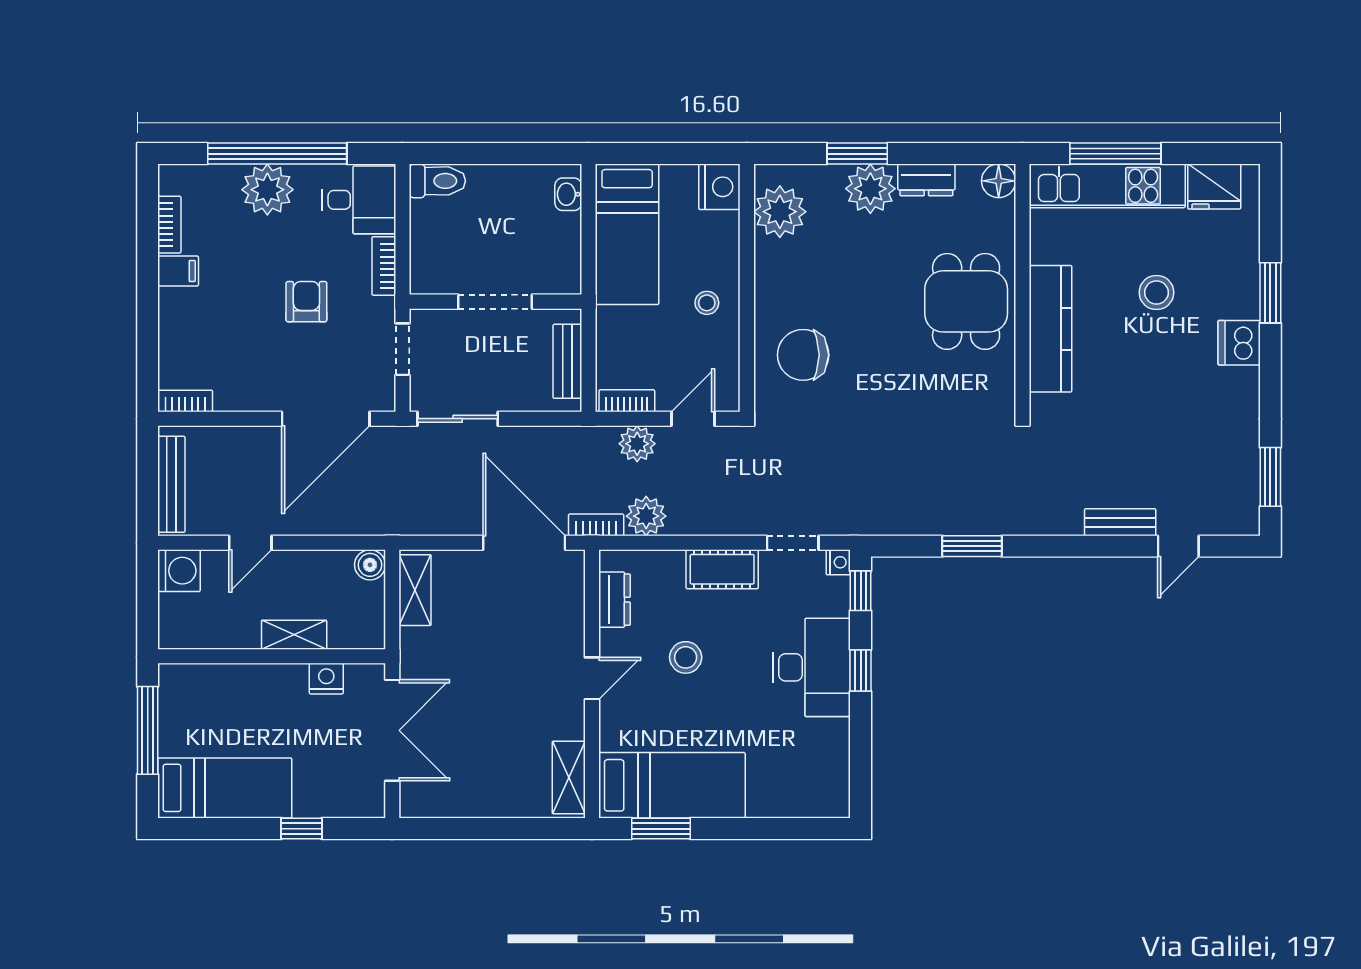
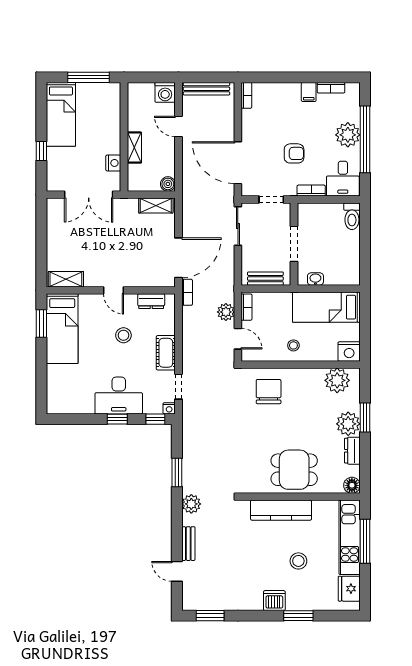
washbasin: (568, 194) -> (315, 279), moved
plant: (646, 516) -> (191, 504), moved

